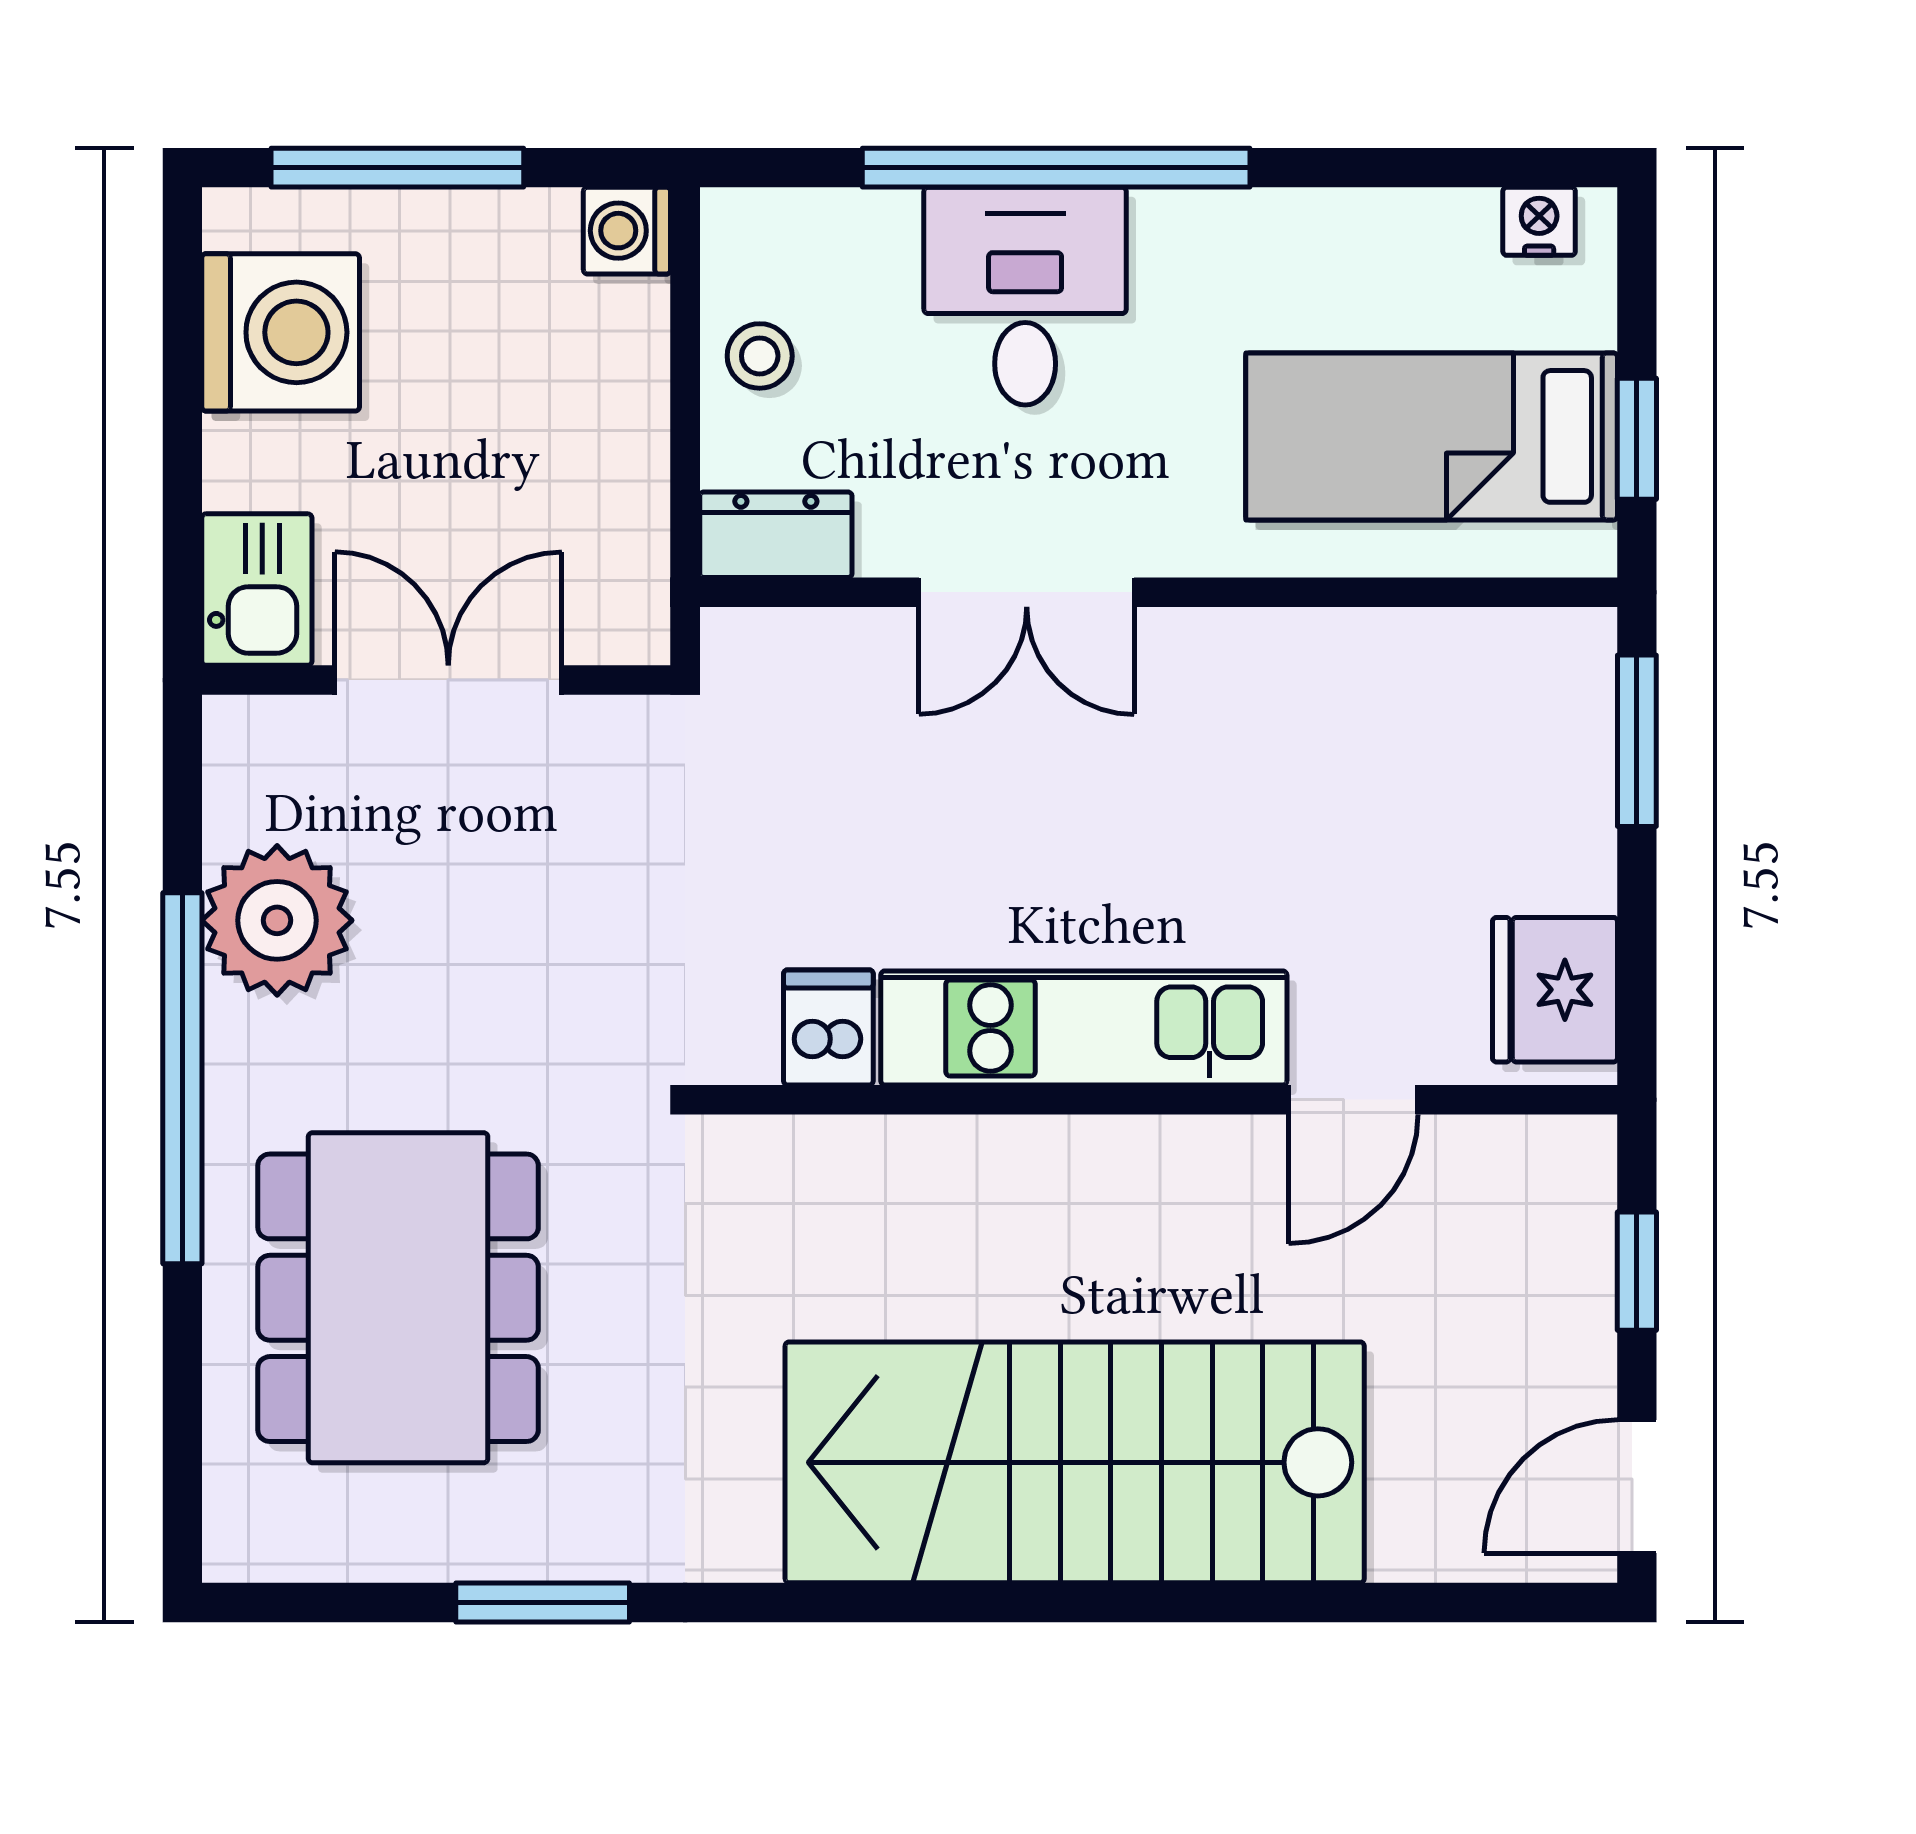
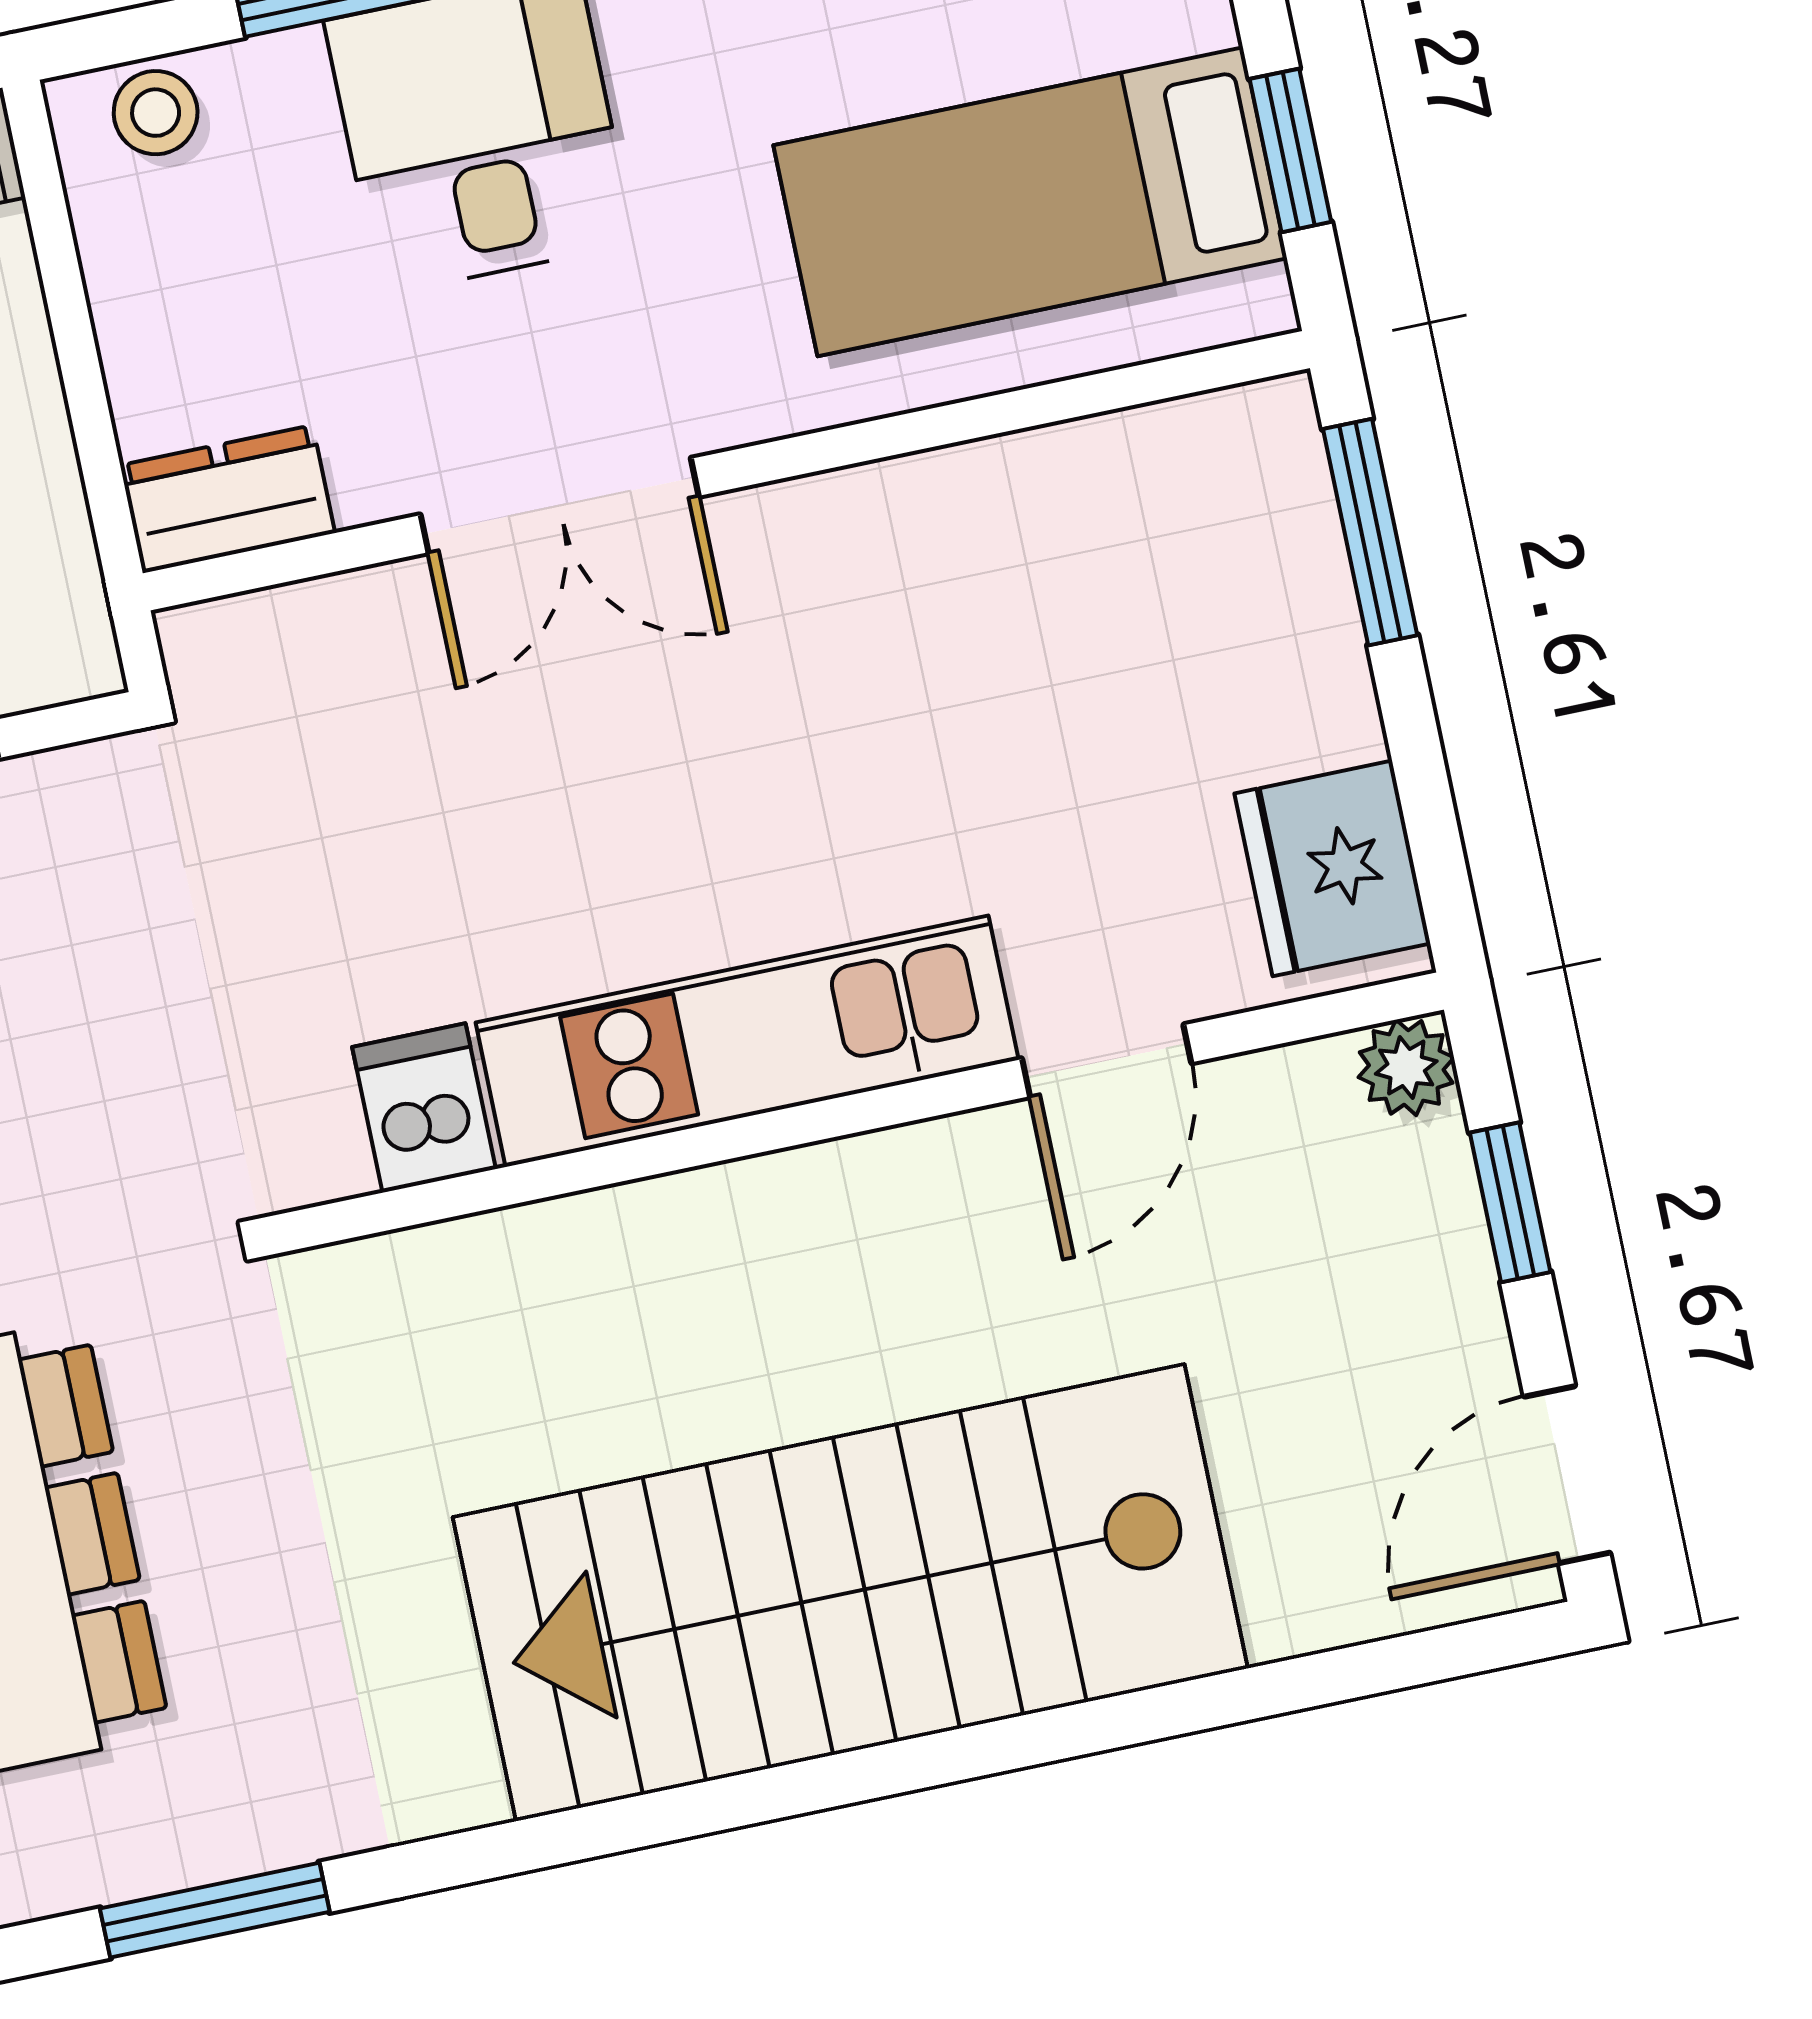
stool: (760, 356) -> (156, 113), moved
plant: (1579, 1152) -> (1406, 1067), added

